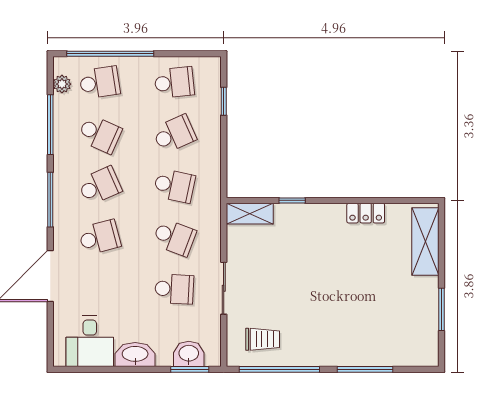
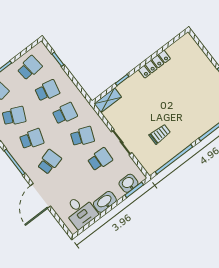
school desk: (174, 134) -> (47, 91), turned 36
school desk: (100, 186) -> (32, 139), turned 42
locker: (366, 213) -> (154, 64), width x1.53
shelving: (425, 241) -> (195, 53), removed
trolley: (263, 339) -> (160, 134), moved

